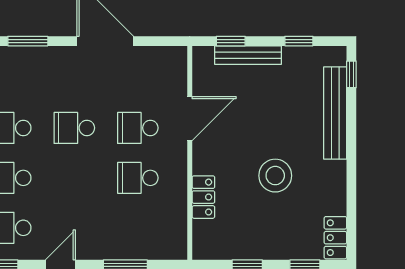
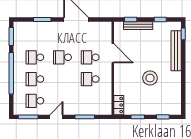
door: (190, 119) -> (113, 53), hinge flipped
locker: (203, 197) -> (119, 105), moved
locker: (335, 238) -> (176, 105), removed

